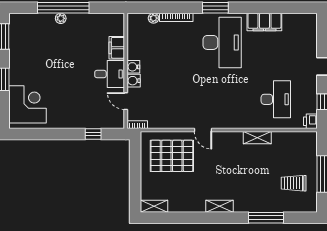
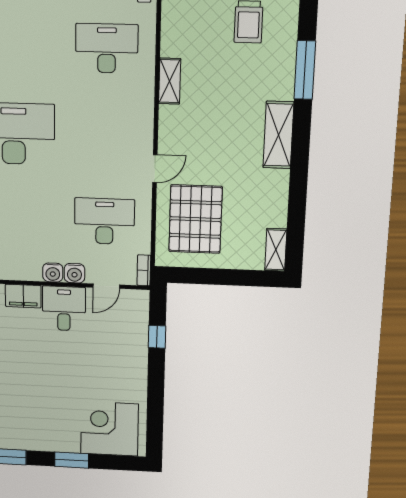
desk: (168, 99) -> (104, 221), added
shelving: (220, 206) -> (278, 135), width x1.50, depth x1.33

